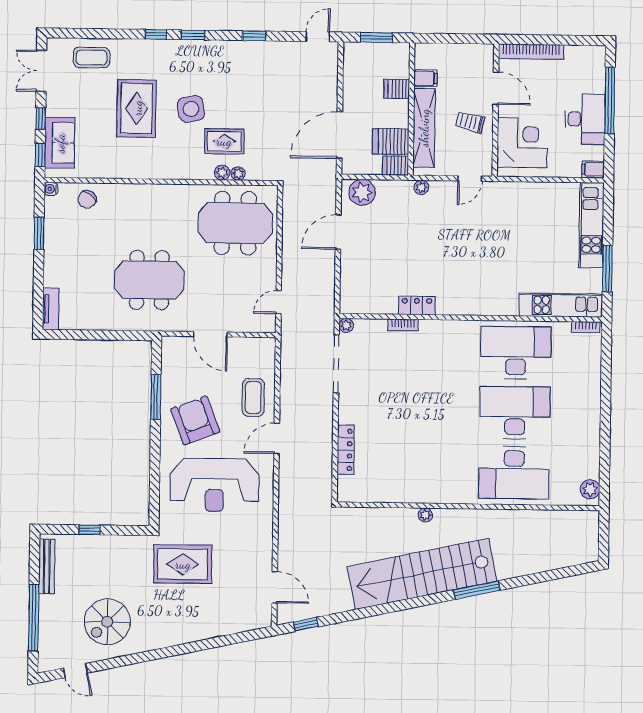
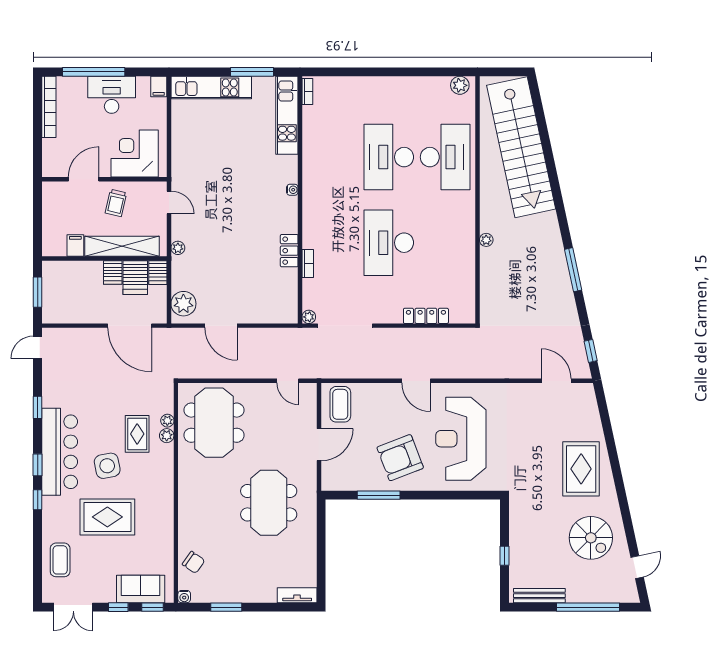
door: (318, 37) -> (38, 347), hinge flipped
bookcase: (531, 52) -> (49, 107), moved
bar counter: (207, 59) -> (60, 452), added
server rack: (397, 89) -> (113, 273), moved
water cooler: (482, 310) -> (292, 190), added
desk: (516, 353) -> (389, 243), moved
coffee table: (253, 397) -> (340, 404), moved, turned 90
reception desk: (214, 485) -> (461, 439), turned 180
rug: (183, 564) -> (581, 469), moved
stairs: (422, 574) -> (521, 147), moved
door: (275, 587) -> (556, 381), hinge flipped
window: (477, 590) -> (573, 270), moved

